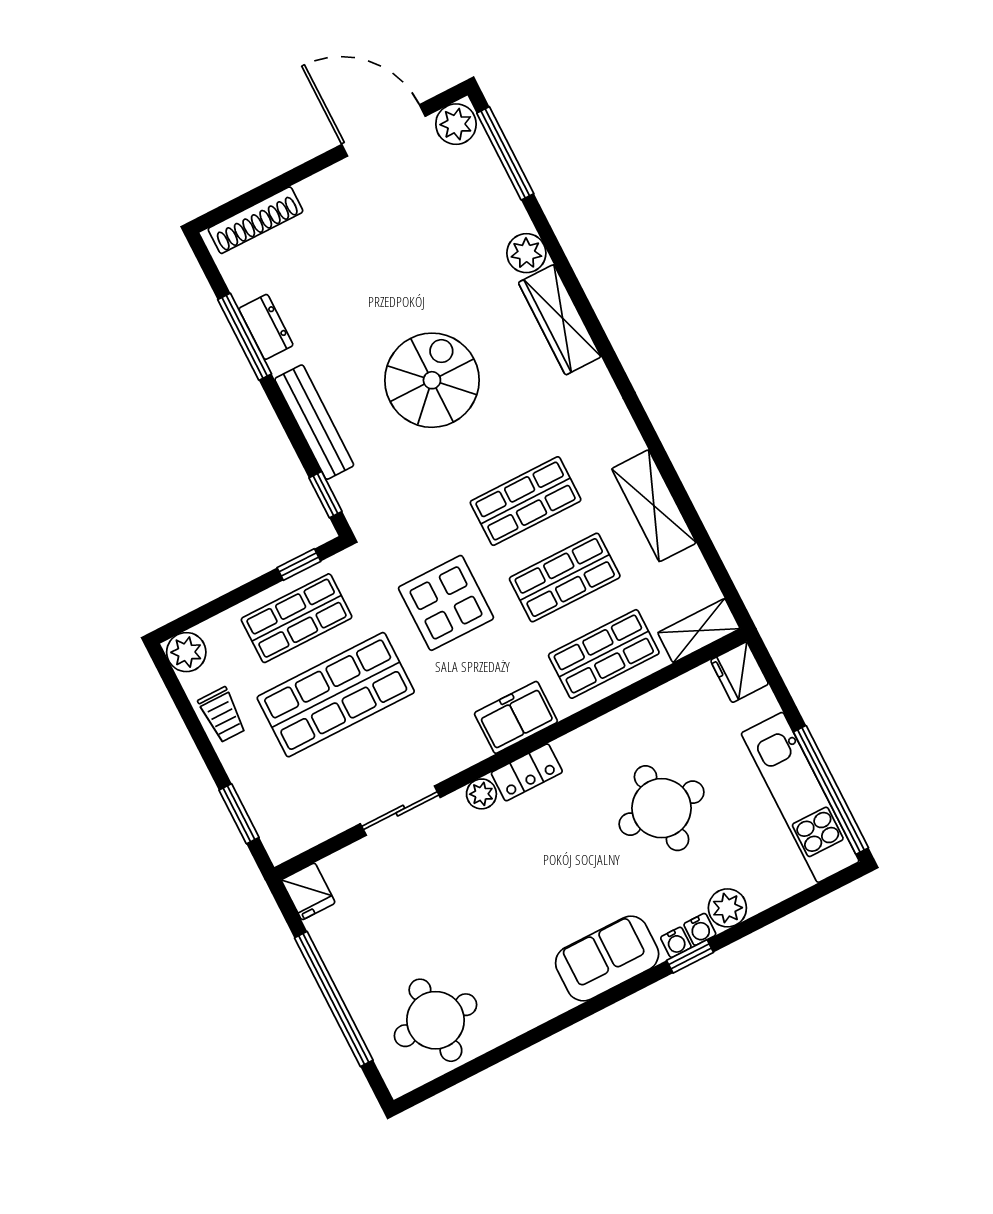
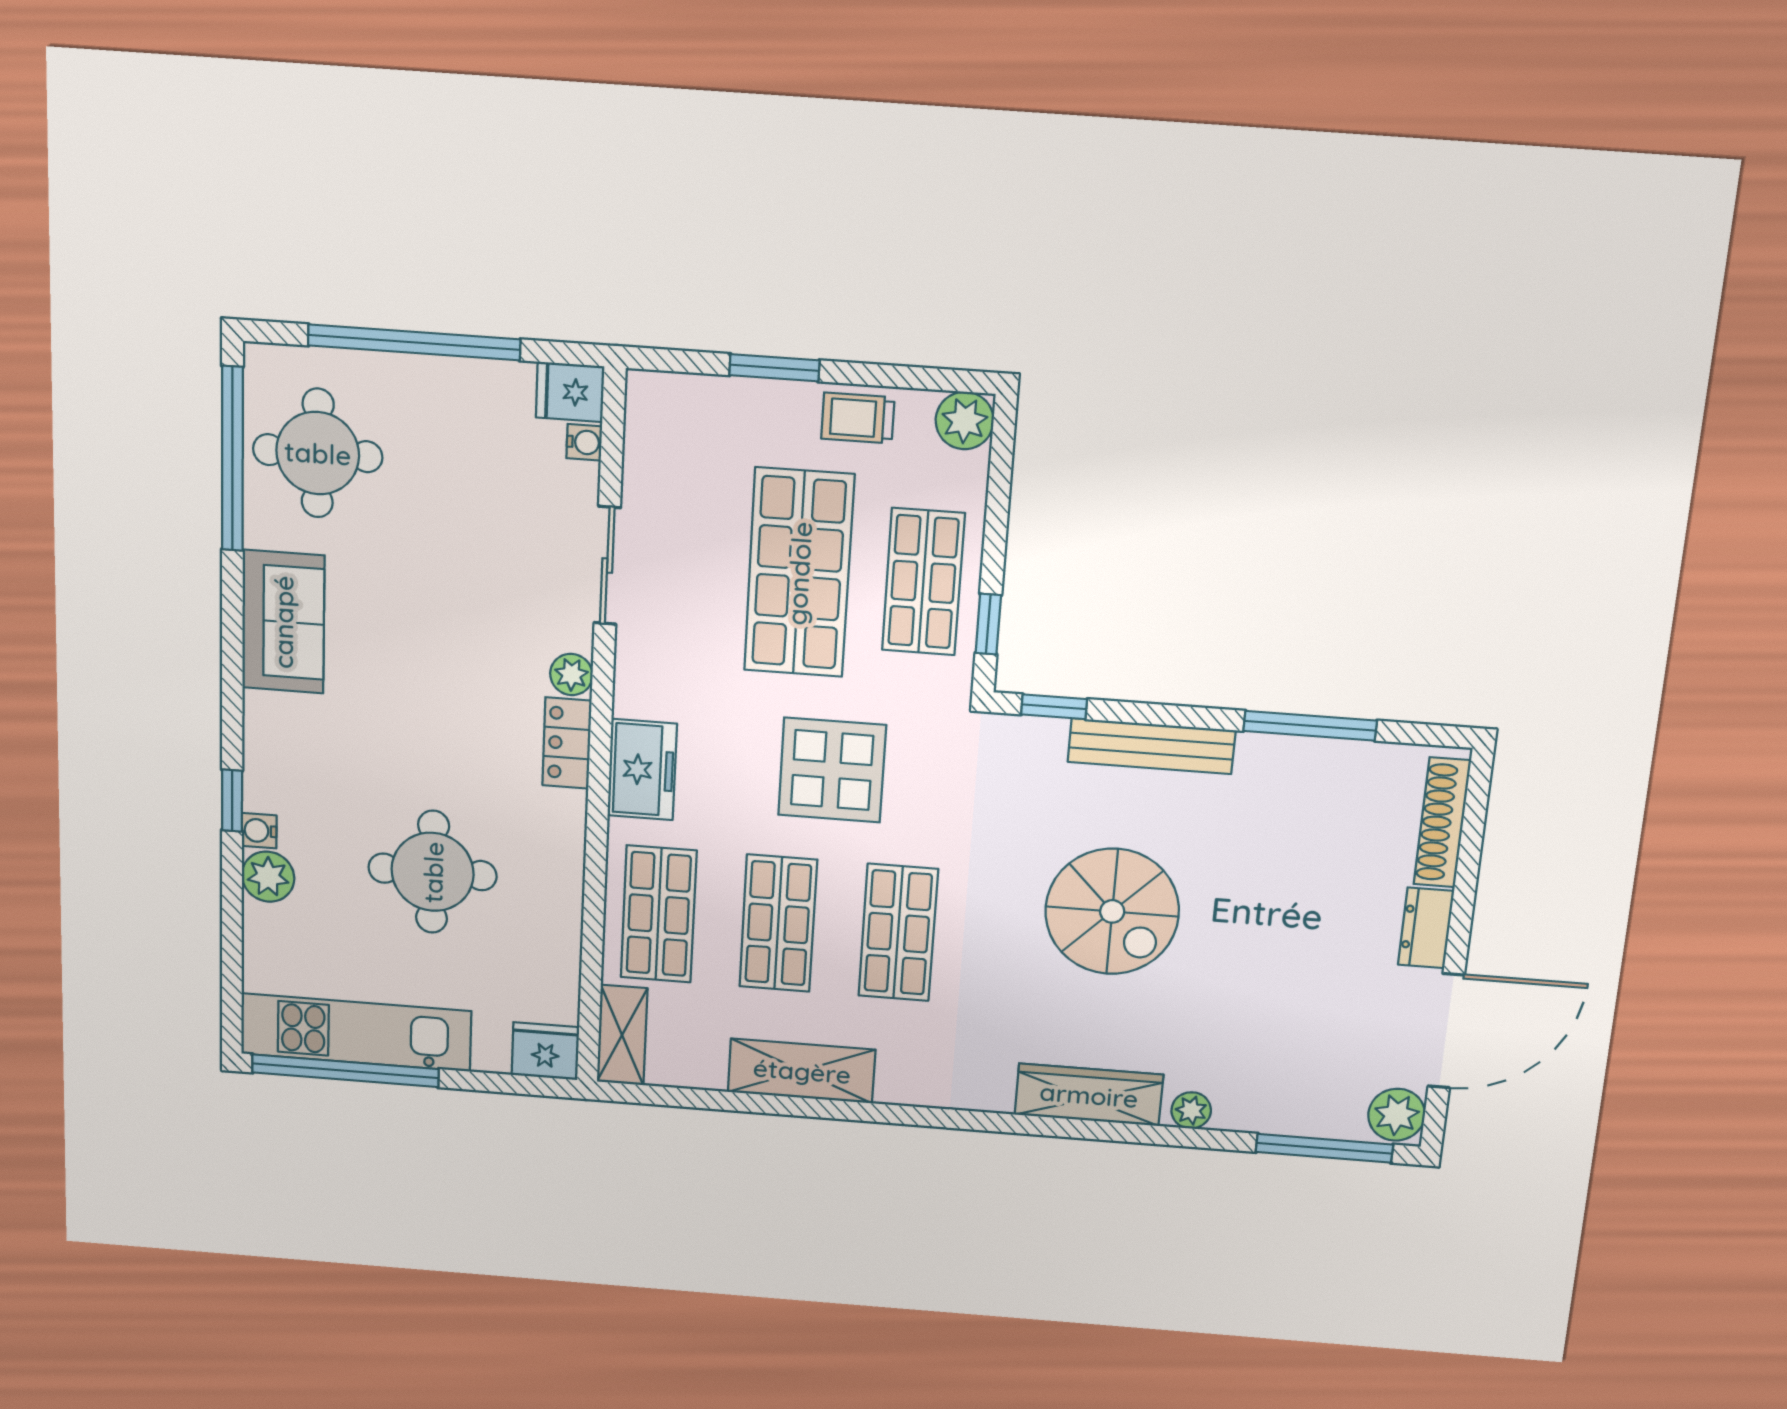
plant: (526, 253) -> (1191, 1110), width x0.73, depth x0.73
dresser: (266, 327) -> (1426, 928), moved, turned 90
window: (239, 814) -> (774, 368), moved
water cooler: (676, 942) -> (584, 442), moved, turned 180
sofa: (607, 958) -> (283, 622), moved
window: (470, 1069) -> (232, 459), added

